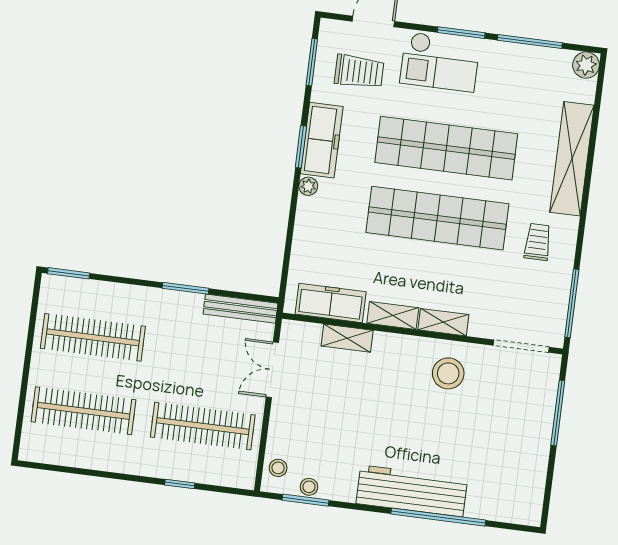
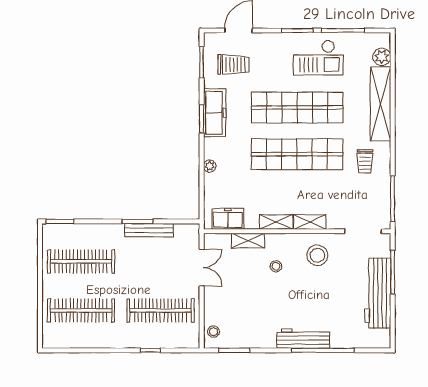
checkout: (440, 62) -> (318, 58), moved
plant: (586, 65) -> (382, 57), moved
plant: (308, 186) -> (210, 166), moved
trolley: (538, 242) -> (365, 161), turned 180
freezer: (331, 303) -> (228, 219), width x0.71
bench: (241, 309) -> (149, 230), moved
double door: (272, 370) -> (202, 268), swing flipped
workbench: (532, 442) -> (378, 293), added
stool: (309, 487) -> (276, 266), moved
workbench: (412, 491) -> (303, 339), width x0.73, depth x0.76

